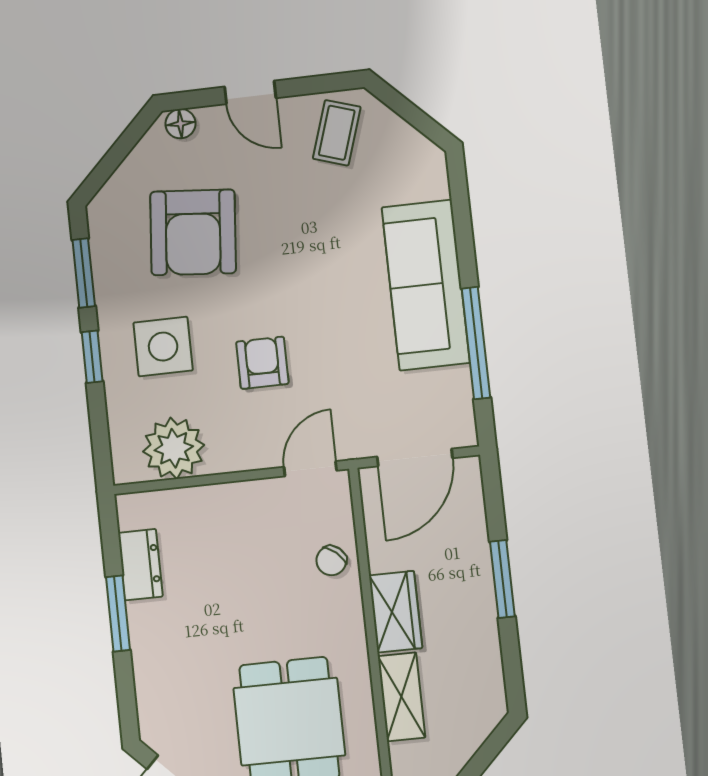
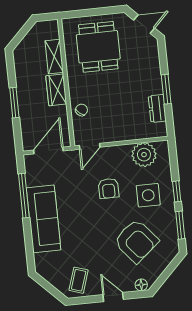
armchair: (193, 232) -> (136, 241), turned 135

